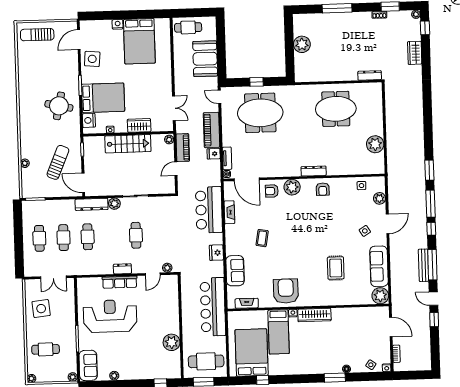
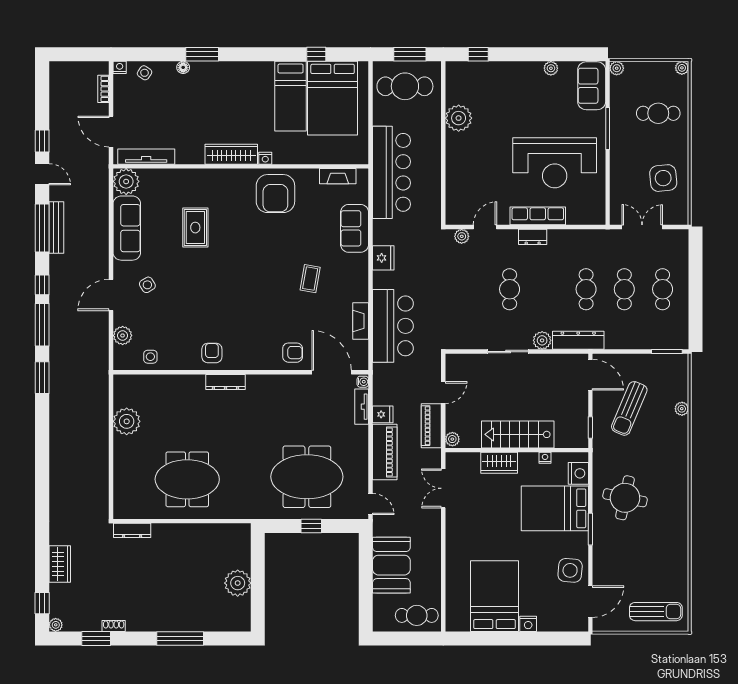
plant: (292, 187) -> (260, 358), removed
tv unit: (368, 312) -> (146, 157), added
bed: (279, 332) -> (291, 96), moved, turned 180

